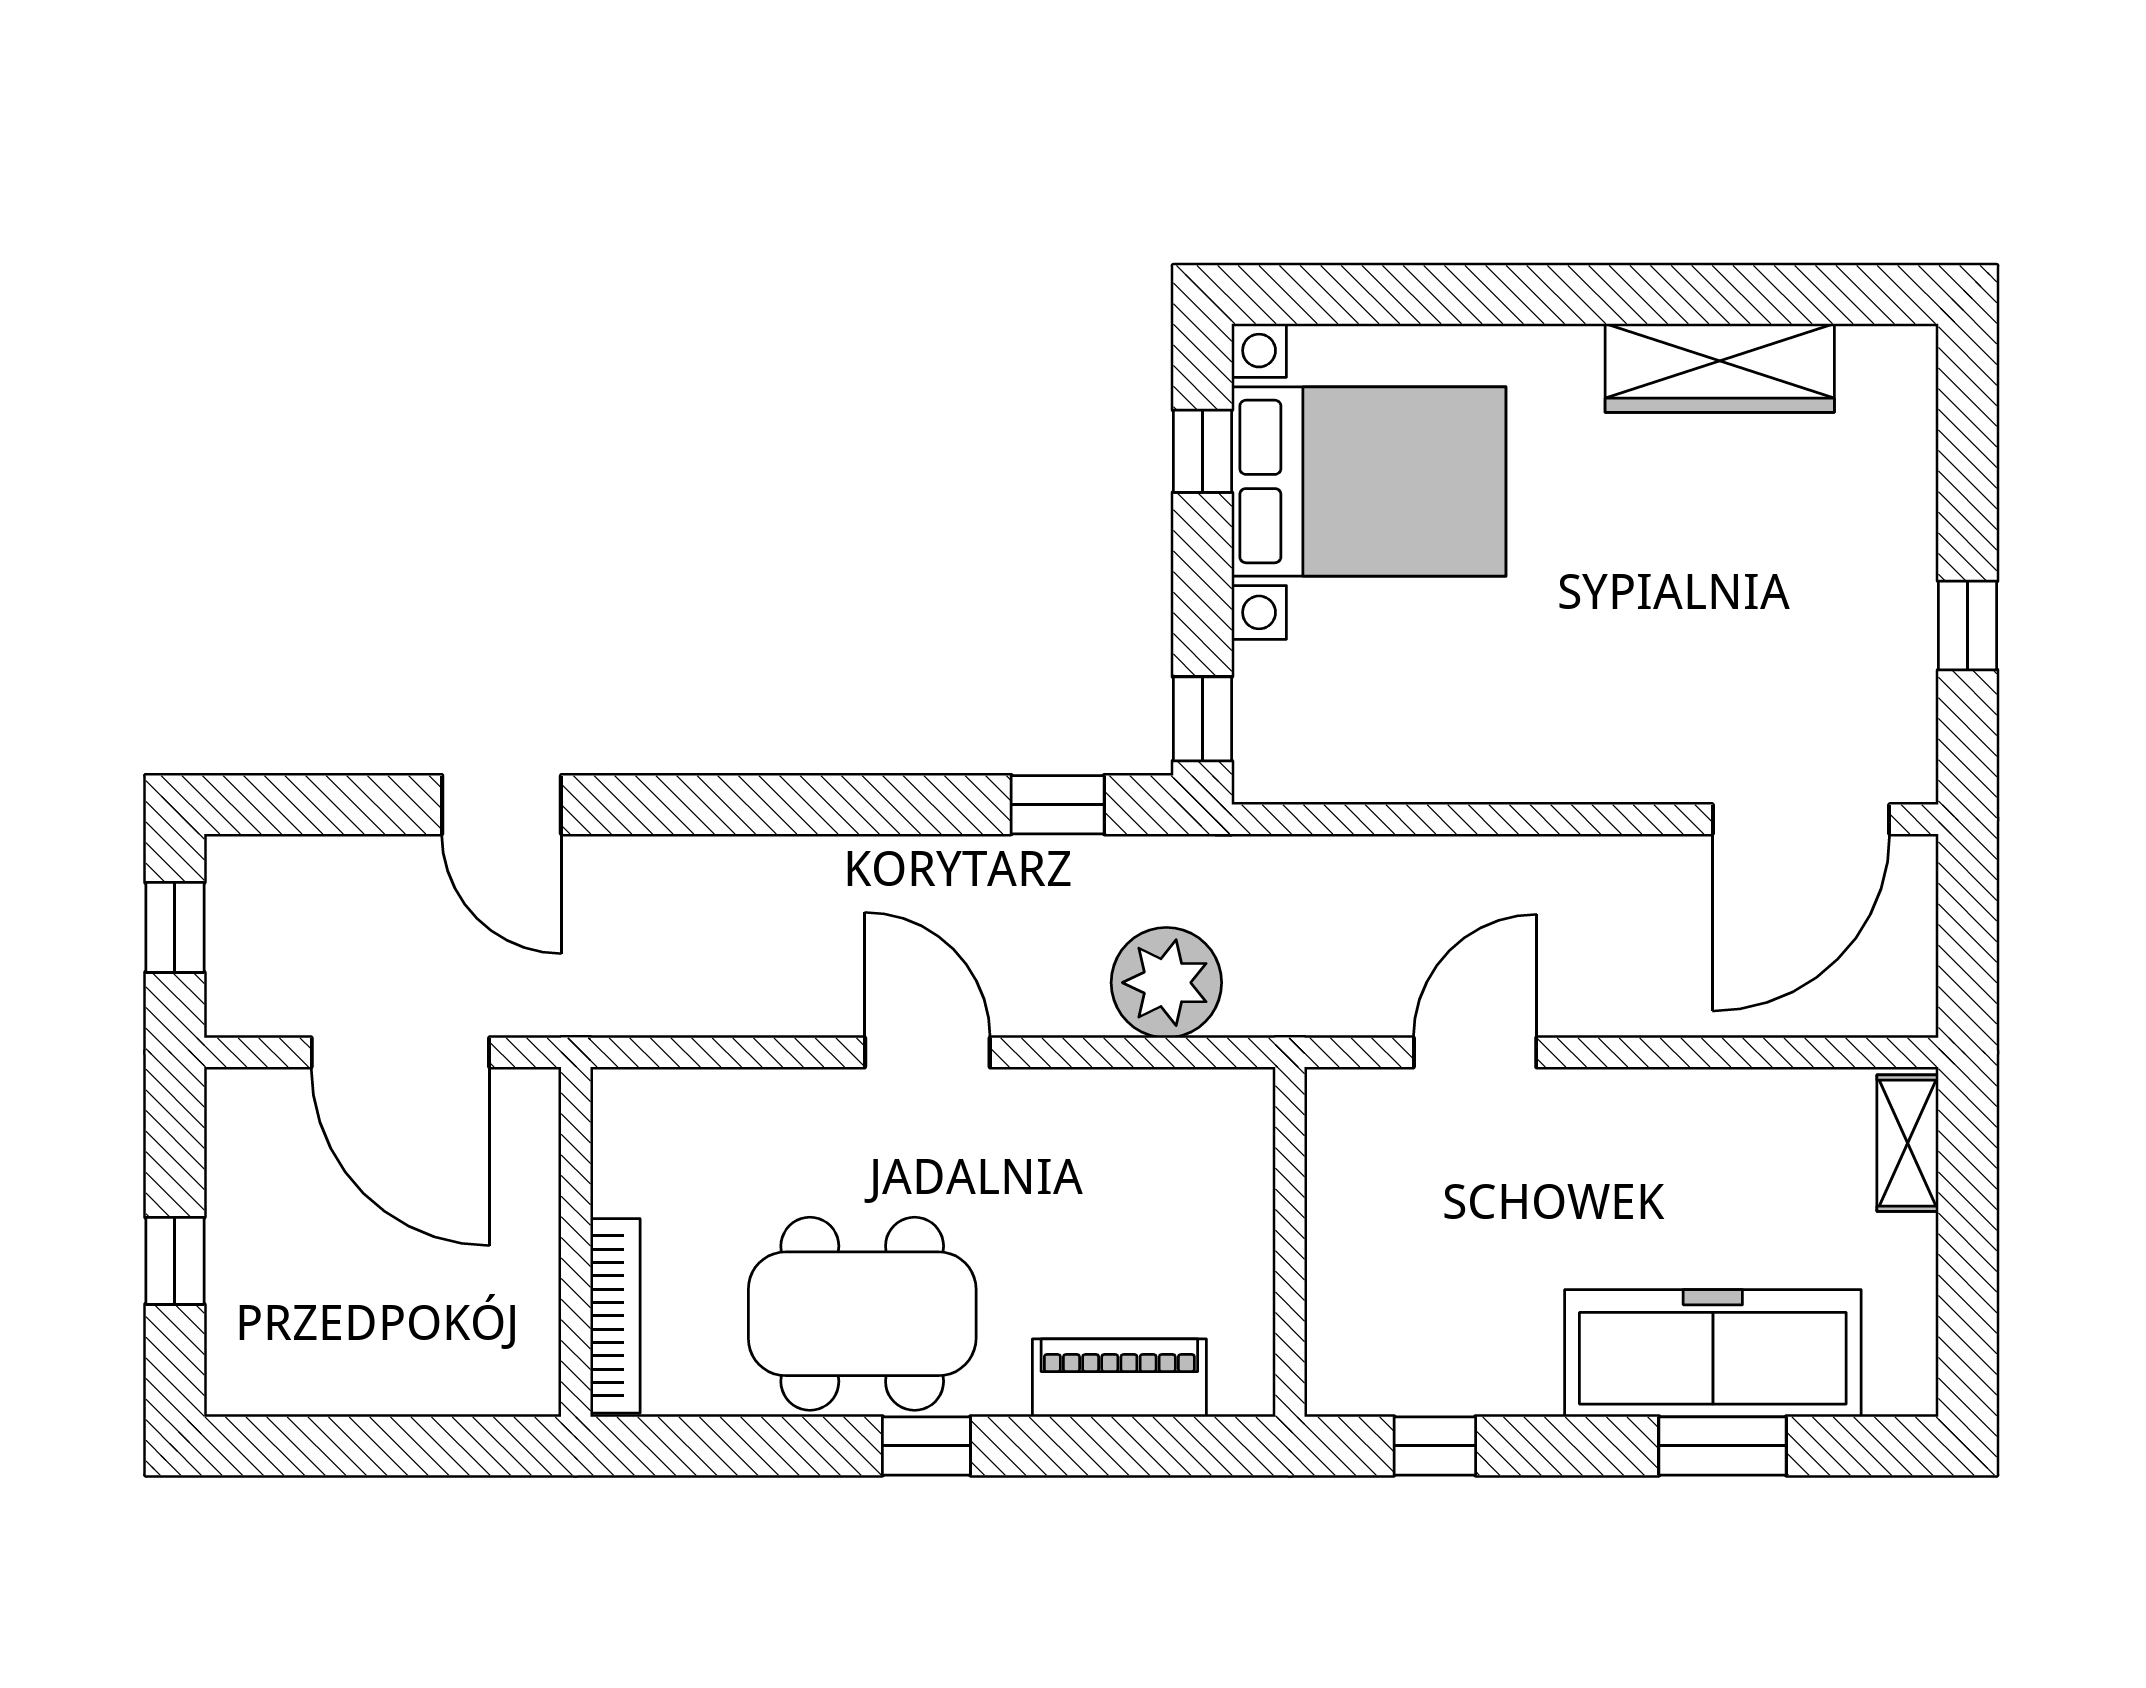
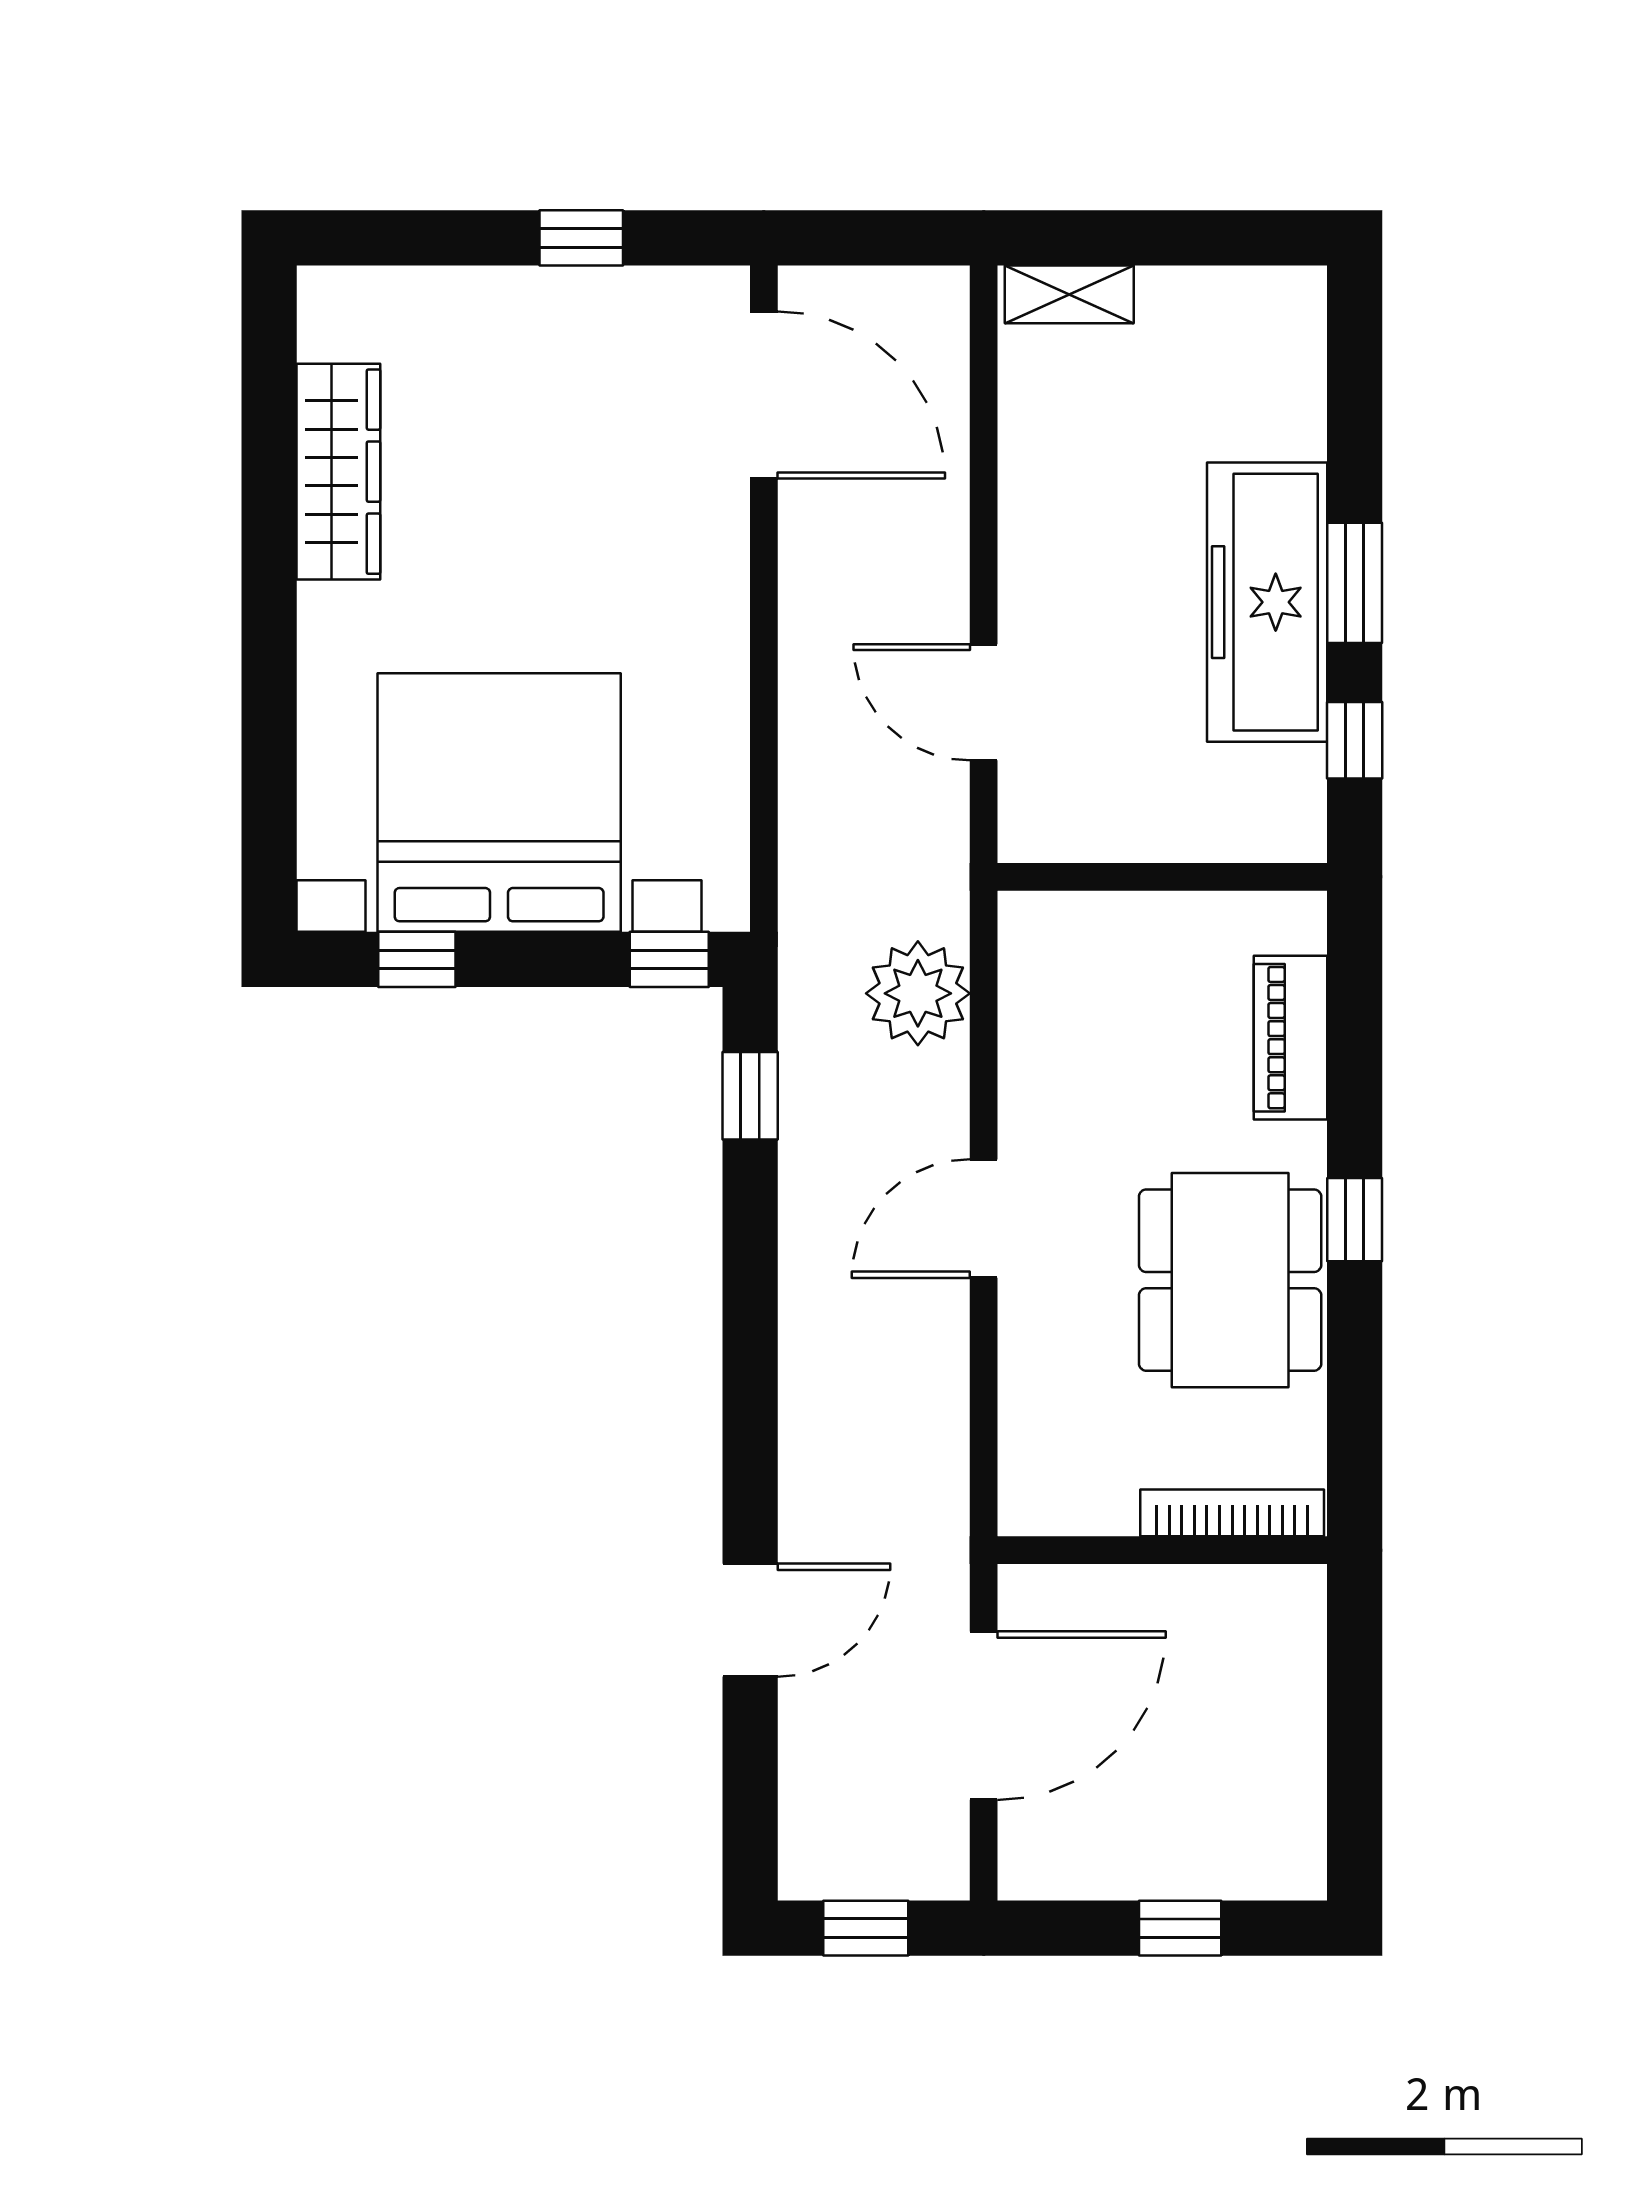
bed with nightstands: (1369, 481) -> (499, 802), width x1.36
freezer: (1713, 1353) -> (1267, 602), moved
window: (1723, 1446) -> (1355, 583), moved

